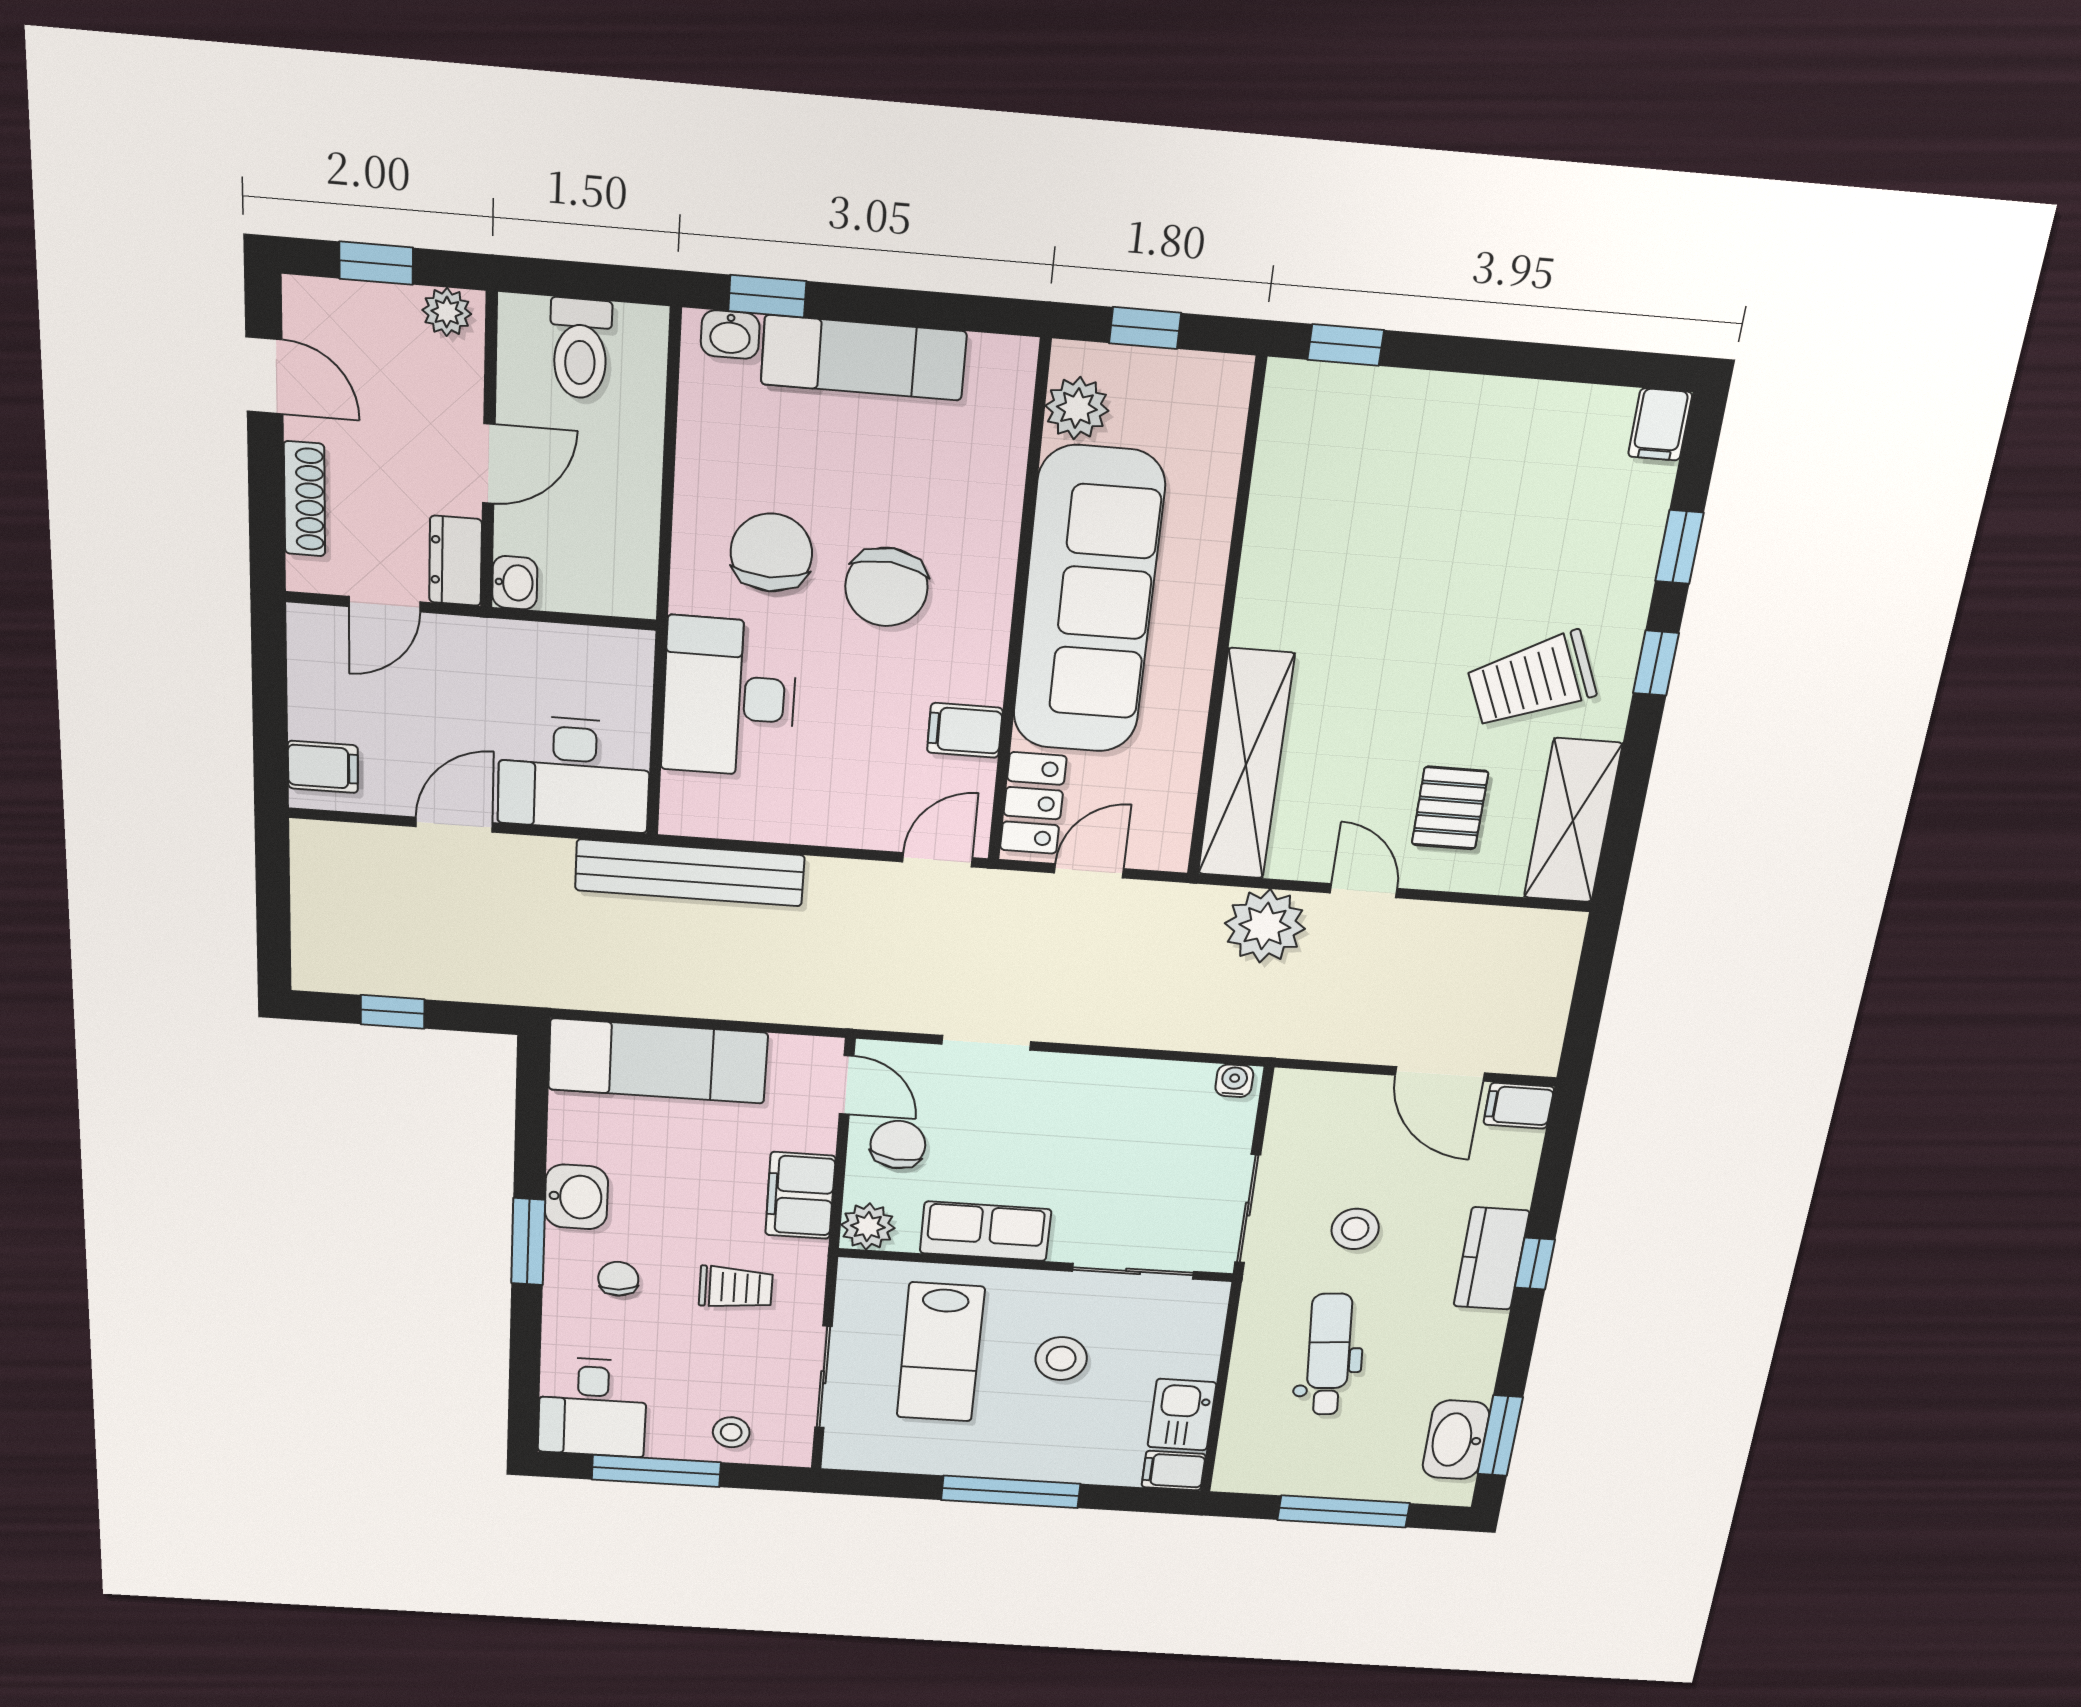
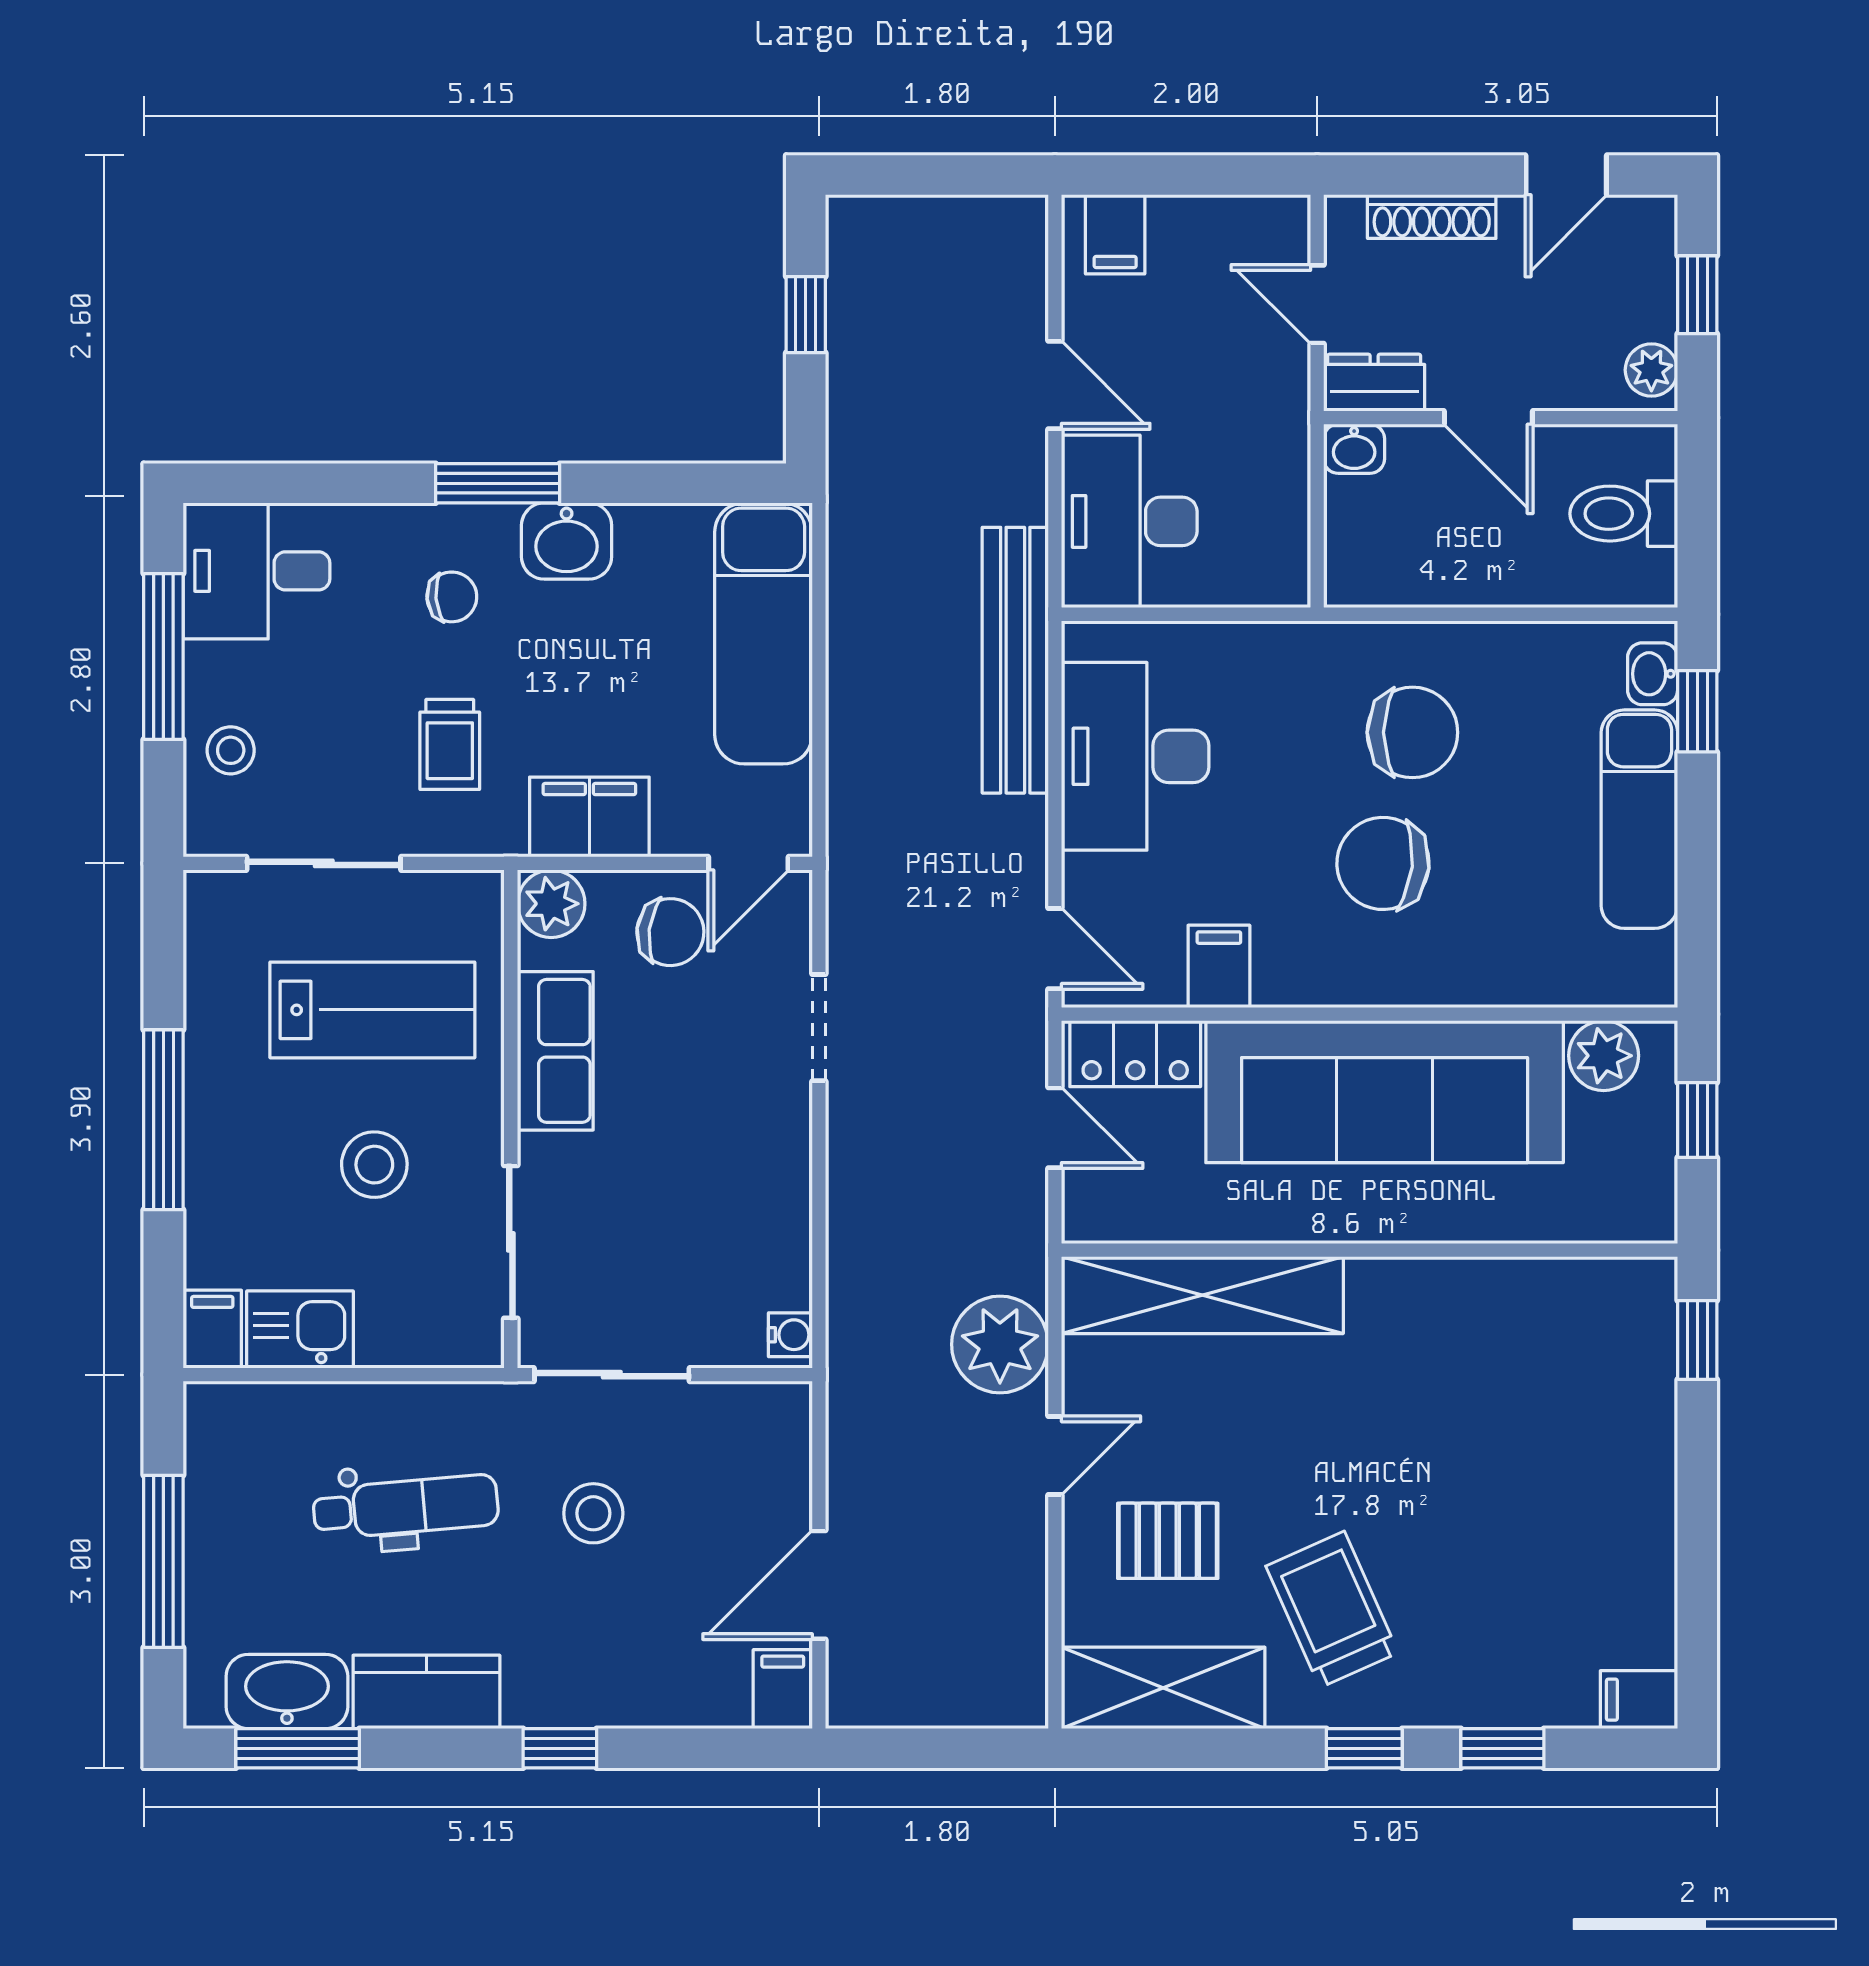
desk: (729, 697) -> (1135, 756), moved, turned -90
kitchen counter: (1491, 1259) -> (426, 1692), moved
lab bench: (941, 1352) -> (372, 1010), turned 180

